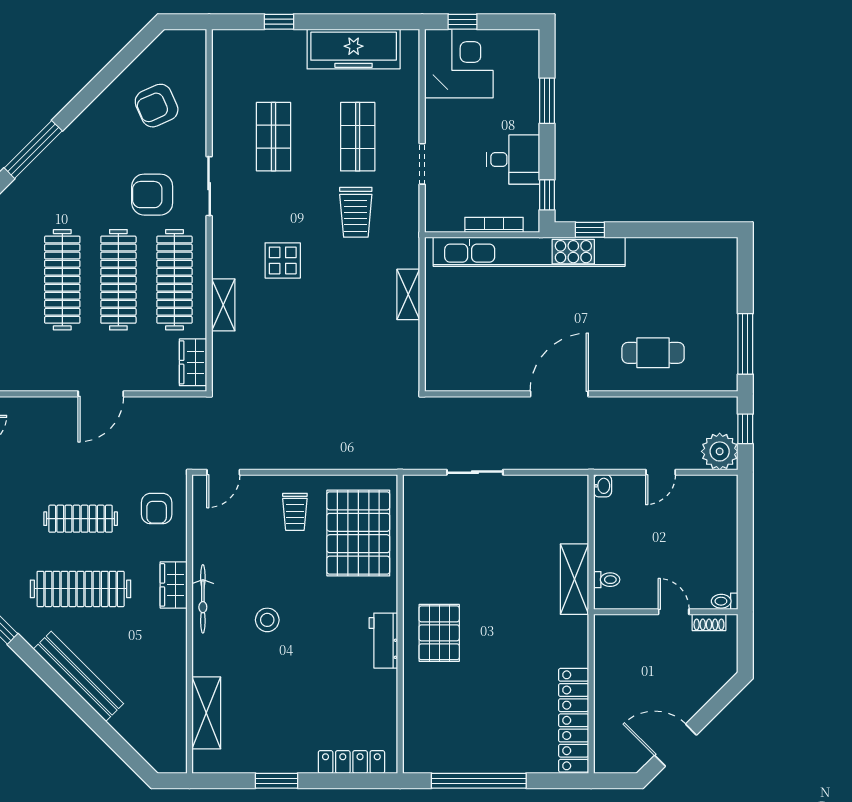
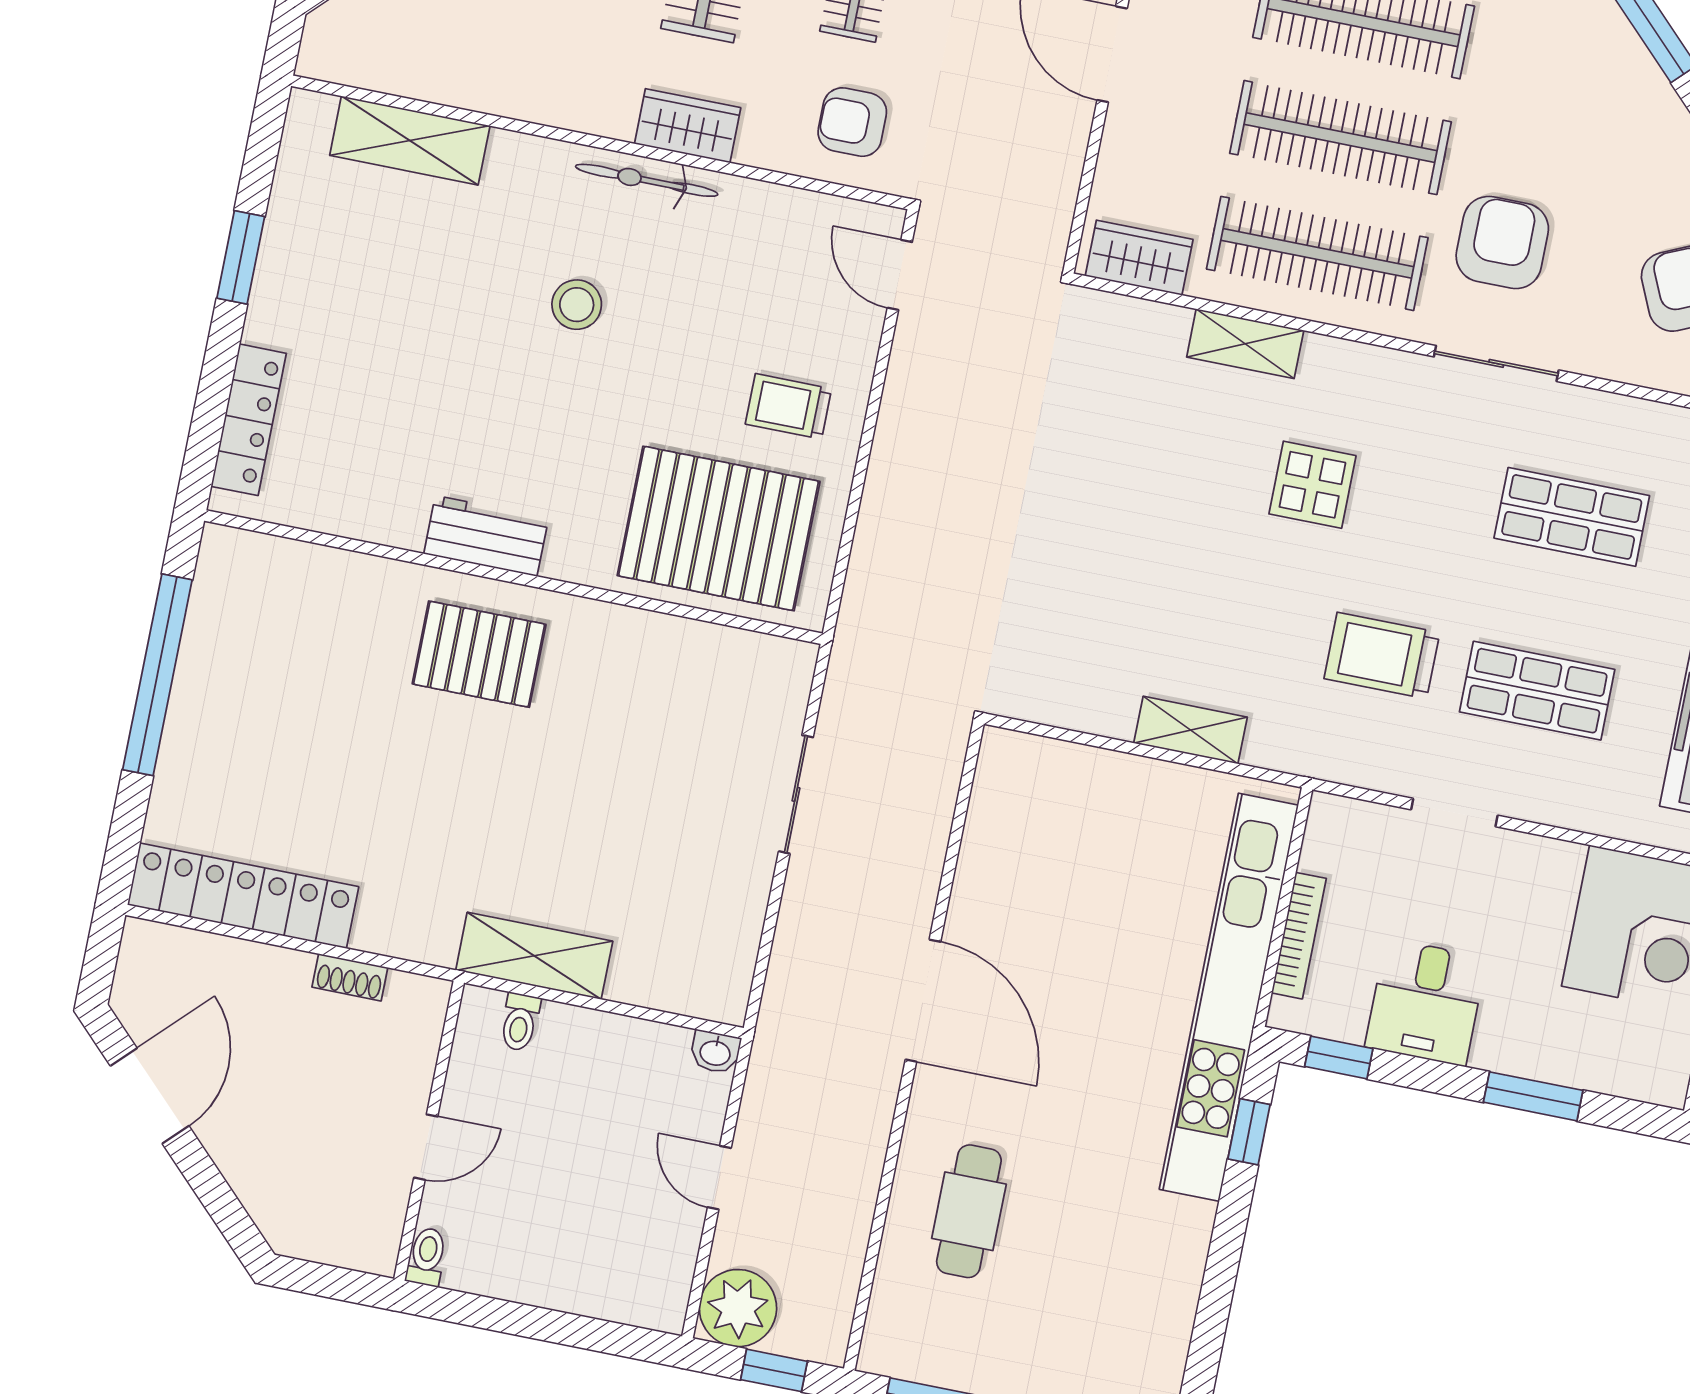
shoe rack: (709, 622) -> (350, 977), moved, turned -90

